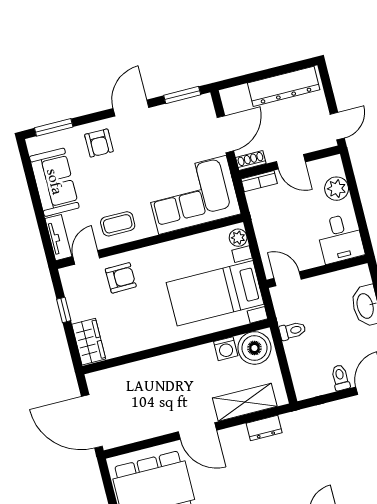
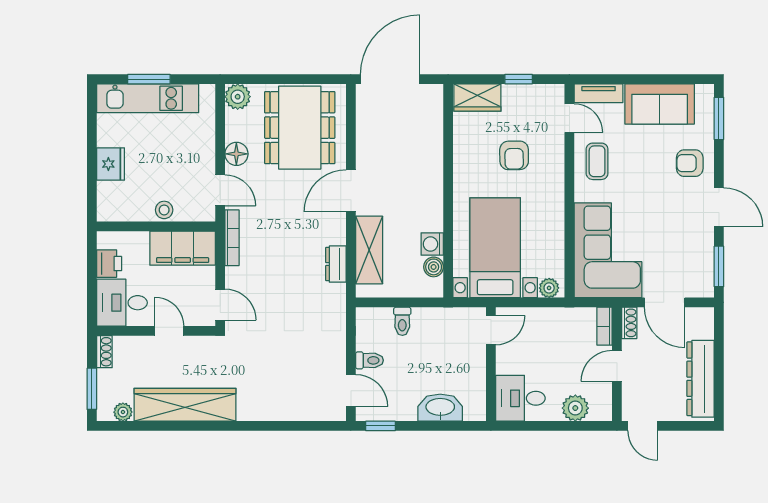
armchair: (121, 278) -> (514, 155), moved
toilet: (292, 331) -> (402, 321), moved
boiler: (254, 348) -> (434, 267), width x0.54, depth x0.54

